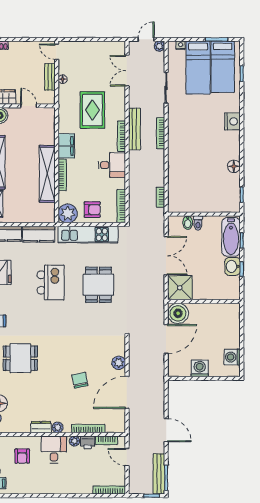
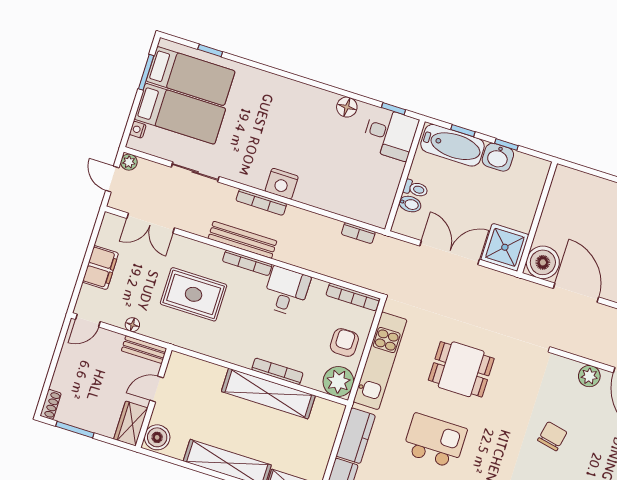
bench: (50, 77) -> (144, 350), moved
nightstand: (232, 121) -> (282, 184), moved, turned 180
filing cabinet: (66, 146) -> (100, 268), moved, turned 90
desk: (226, 197) -> (390, 134), added
chair: (80, 380) -> (552, 436), moved, turned 114

